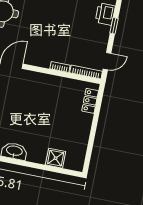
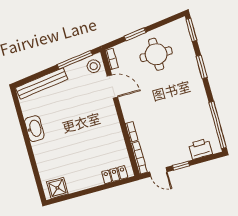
window: (114, 26) -> (181, 166), moved
shower: (56, 158) -> (57, 188), moved

